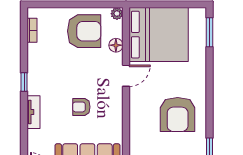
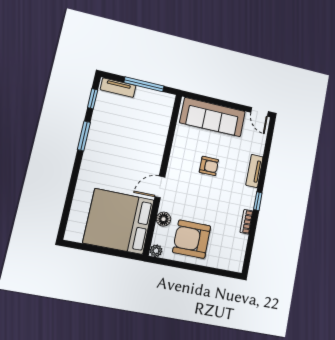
bookcase: (32, 30) -> (246, 222), moved
window: (209, 32) -> (84, 136), moved
armchair: (178, 115) -> (117, 138), removed

